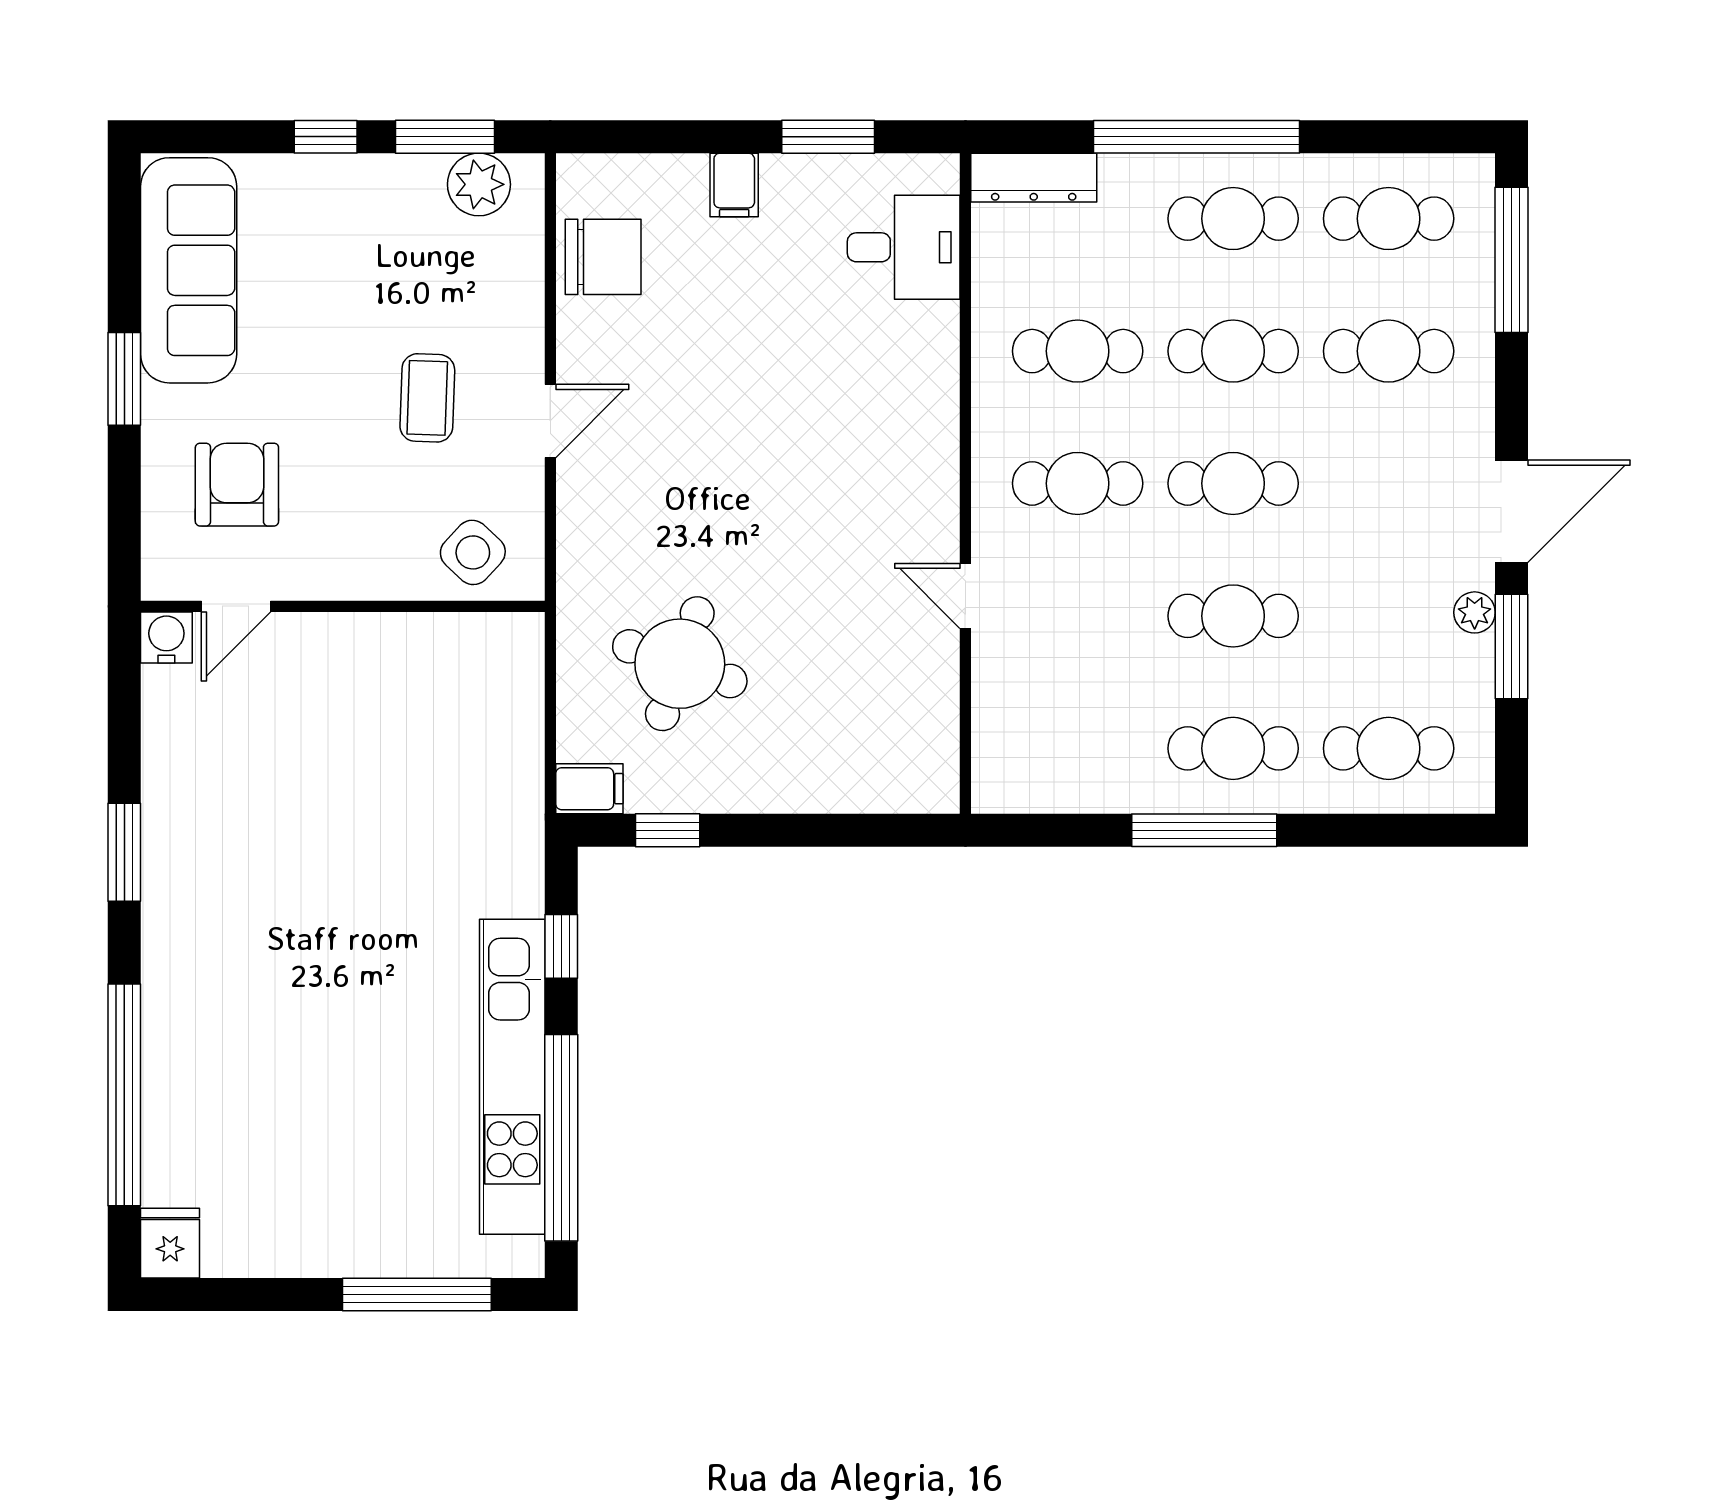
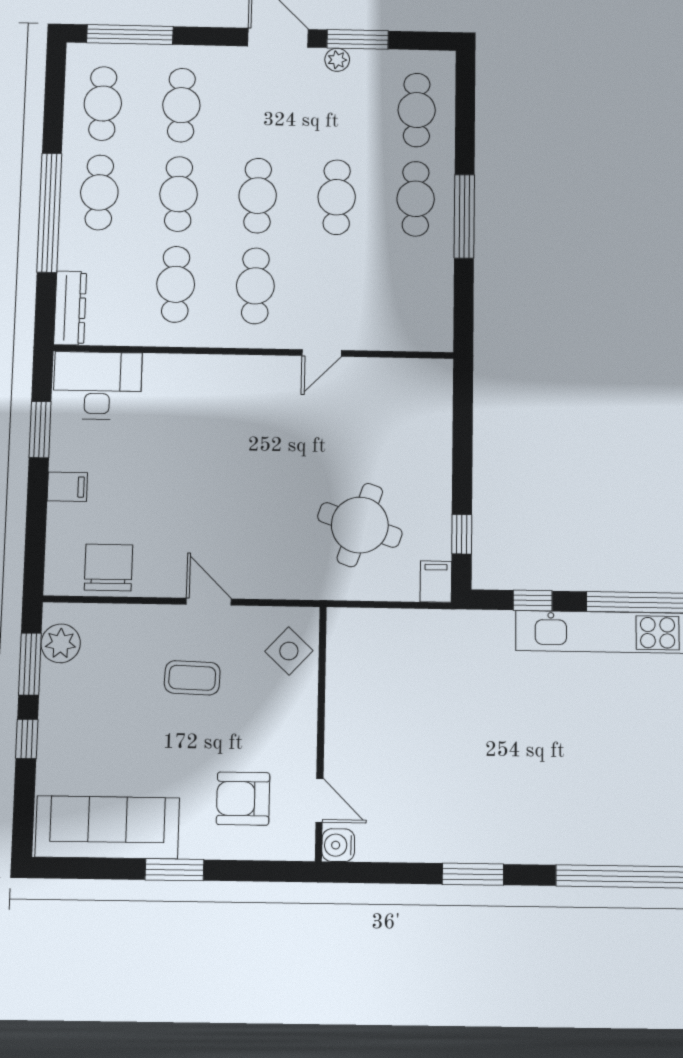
desk: (904, 247) -> (97, 385), width x1.37

